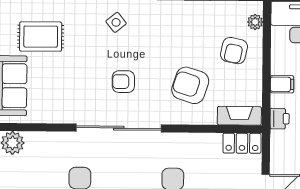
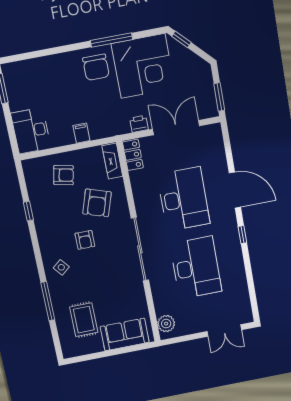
plant: (255, 22) -> (38, 163), removed
armchair: (123, 82) -> (85, 240), moved
printer: (280, 119) -> (139, 124), moved

